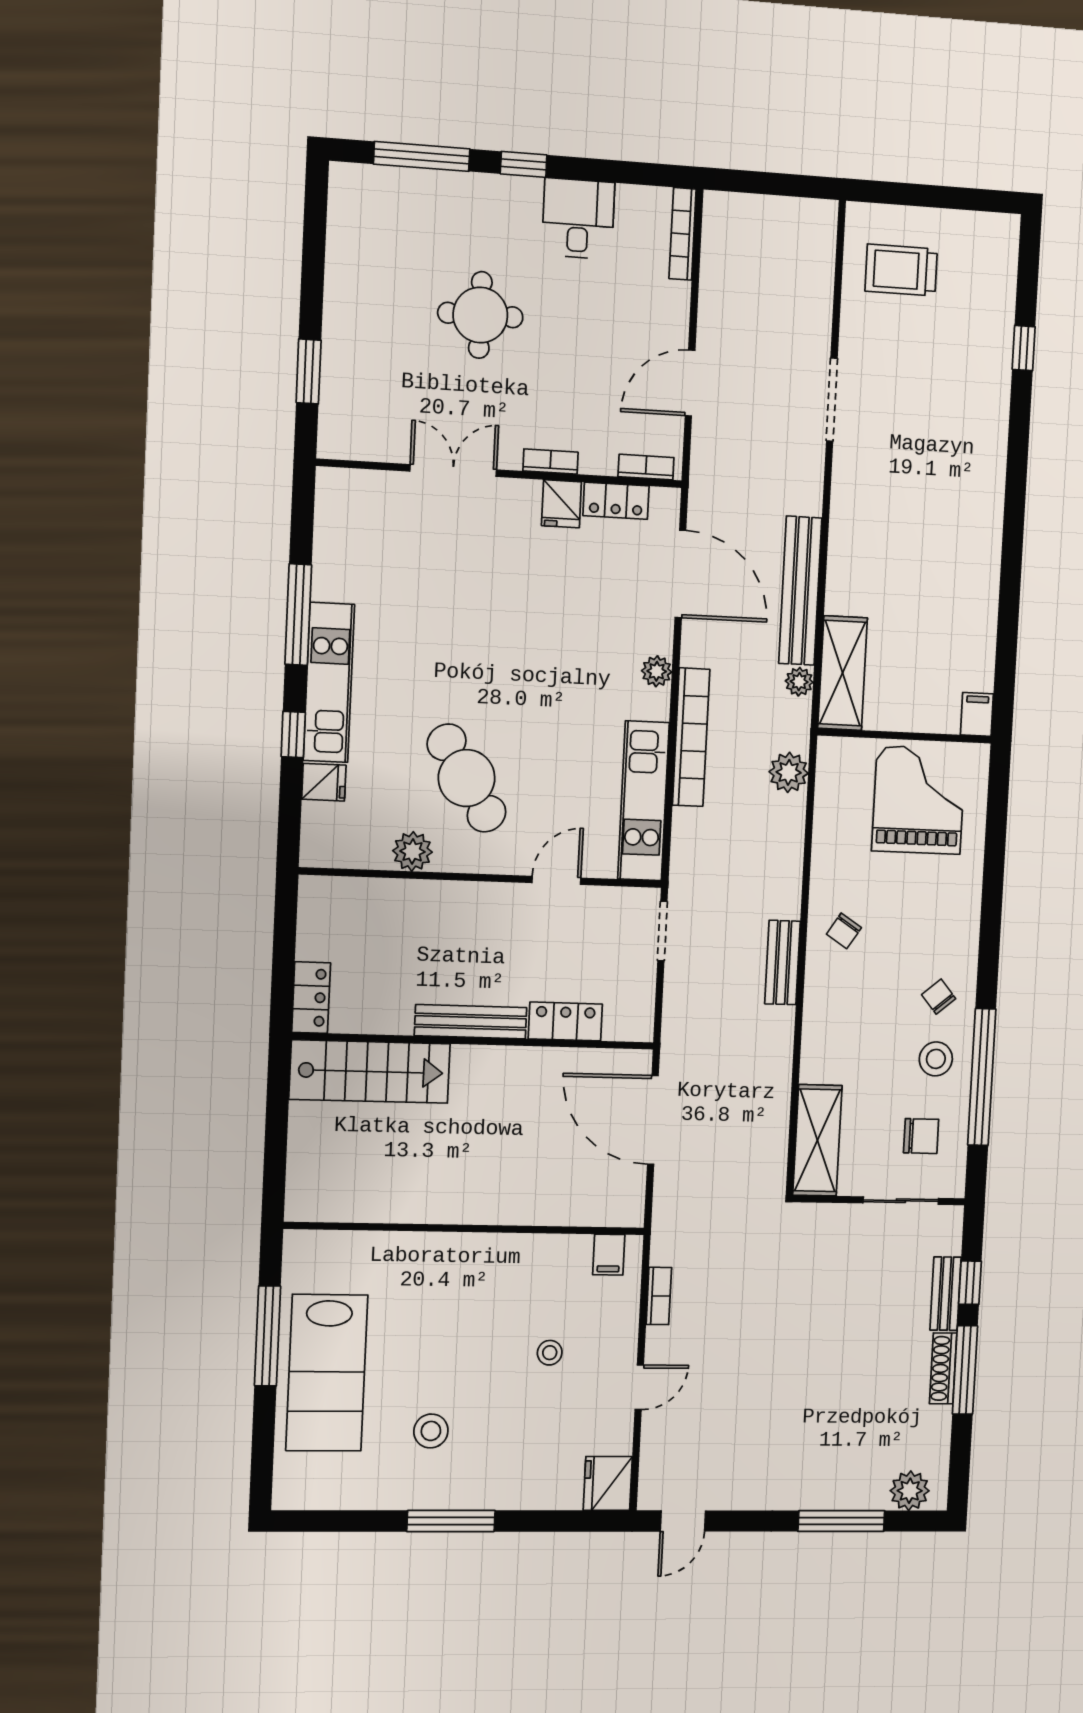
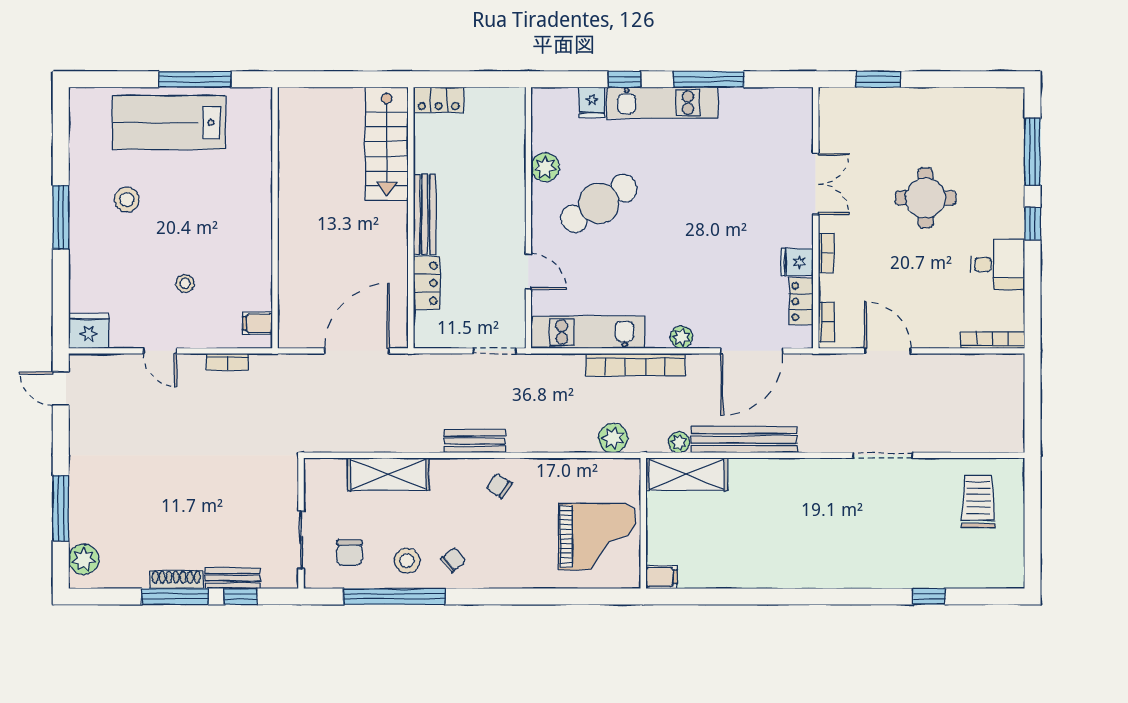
shelving: (817, 1140) -> (388, 474), moved

